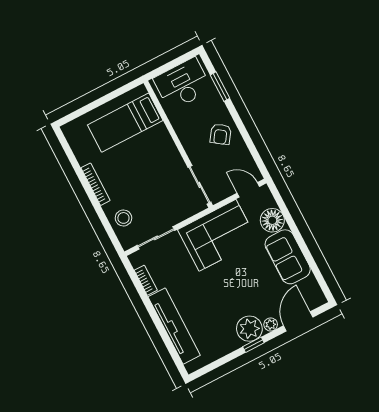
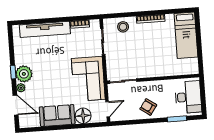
bed: (125, 123) -> (186, 35), moved, turned 180

